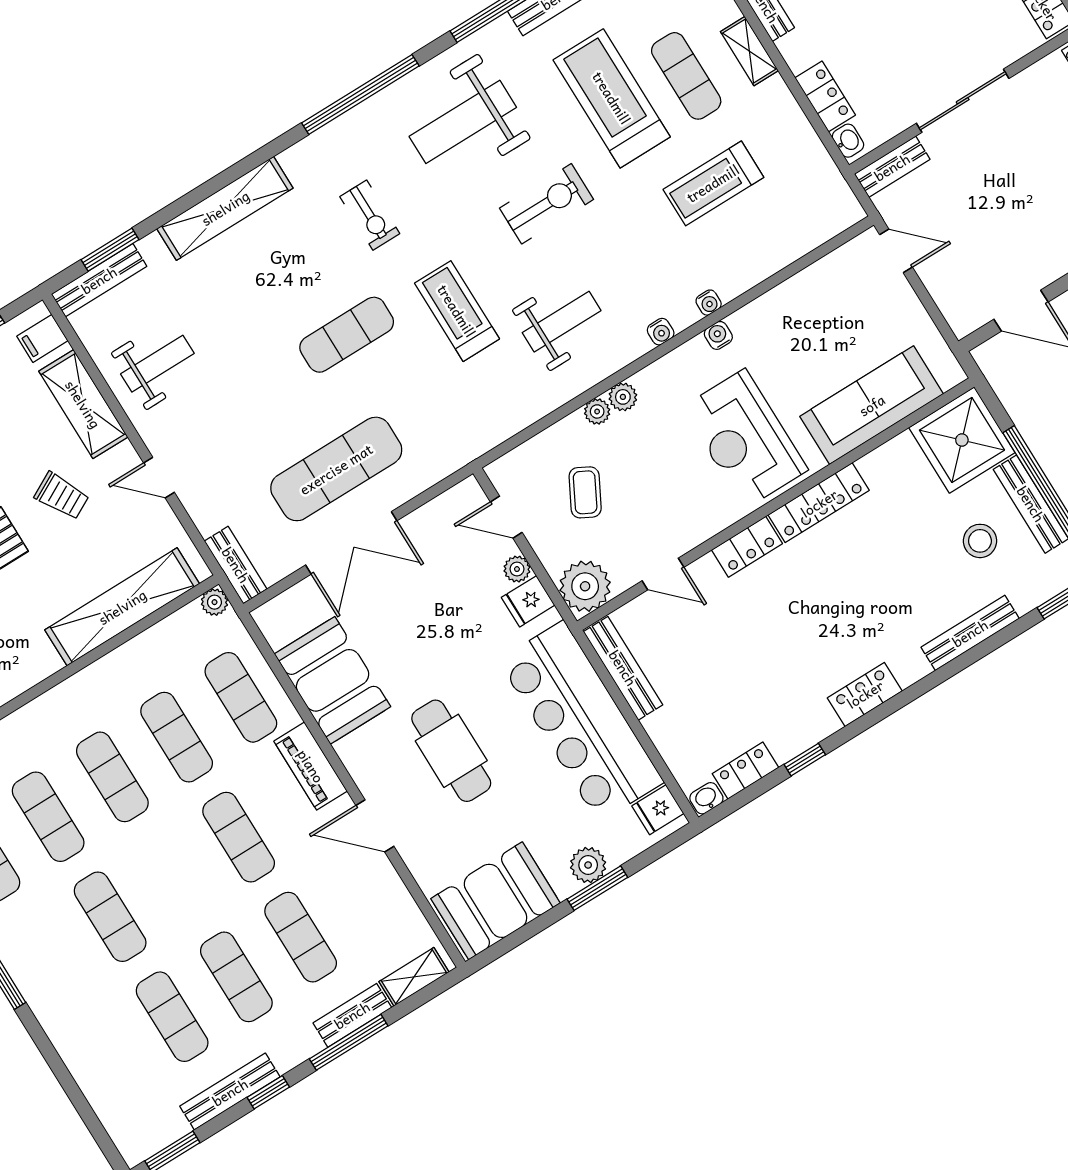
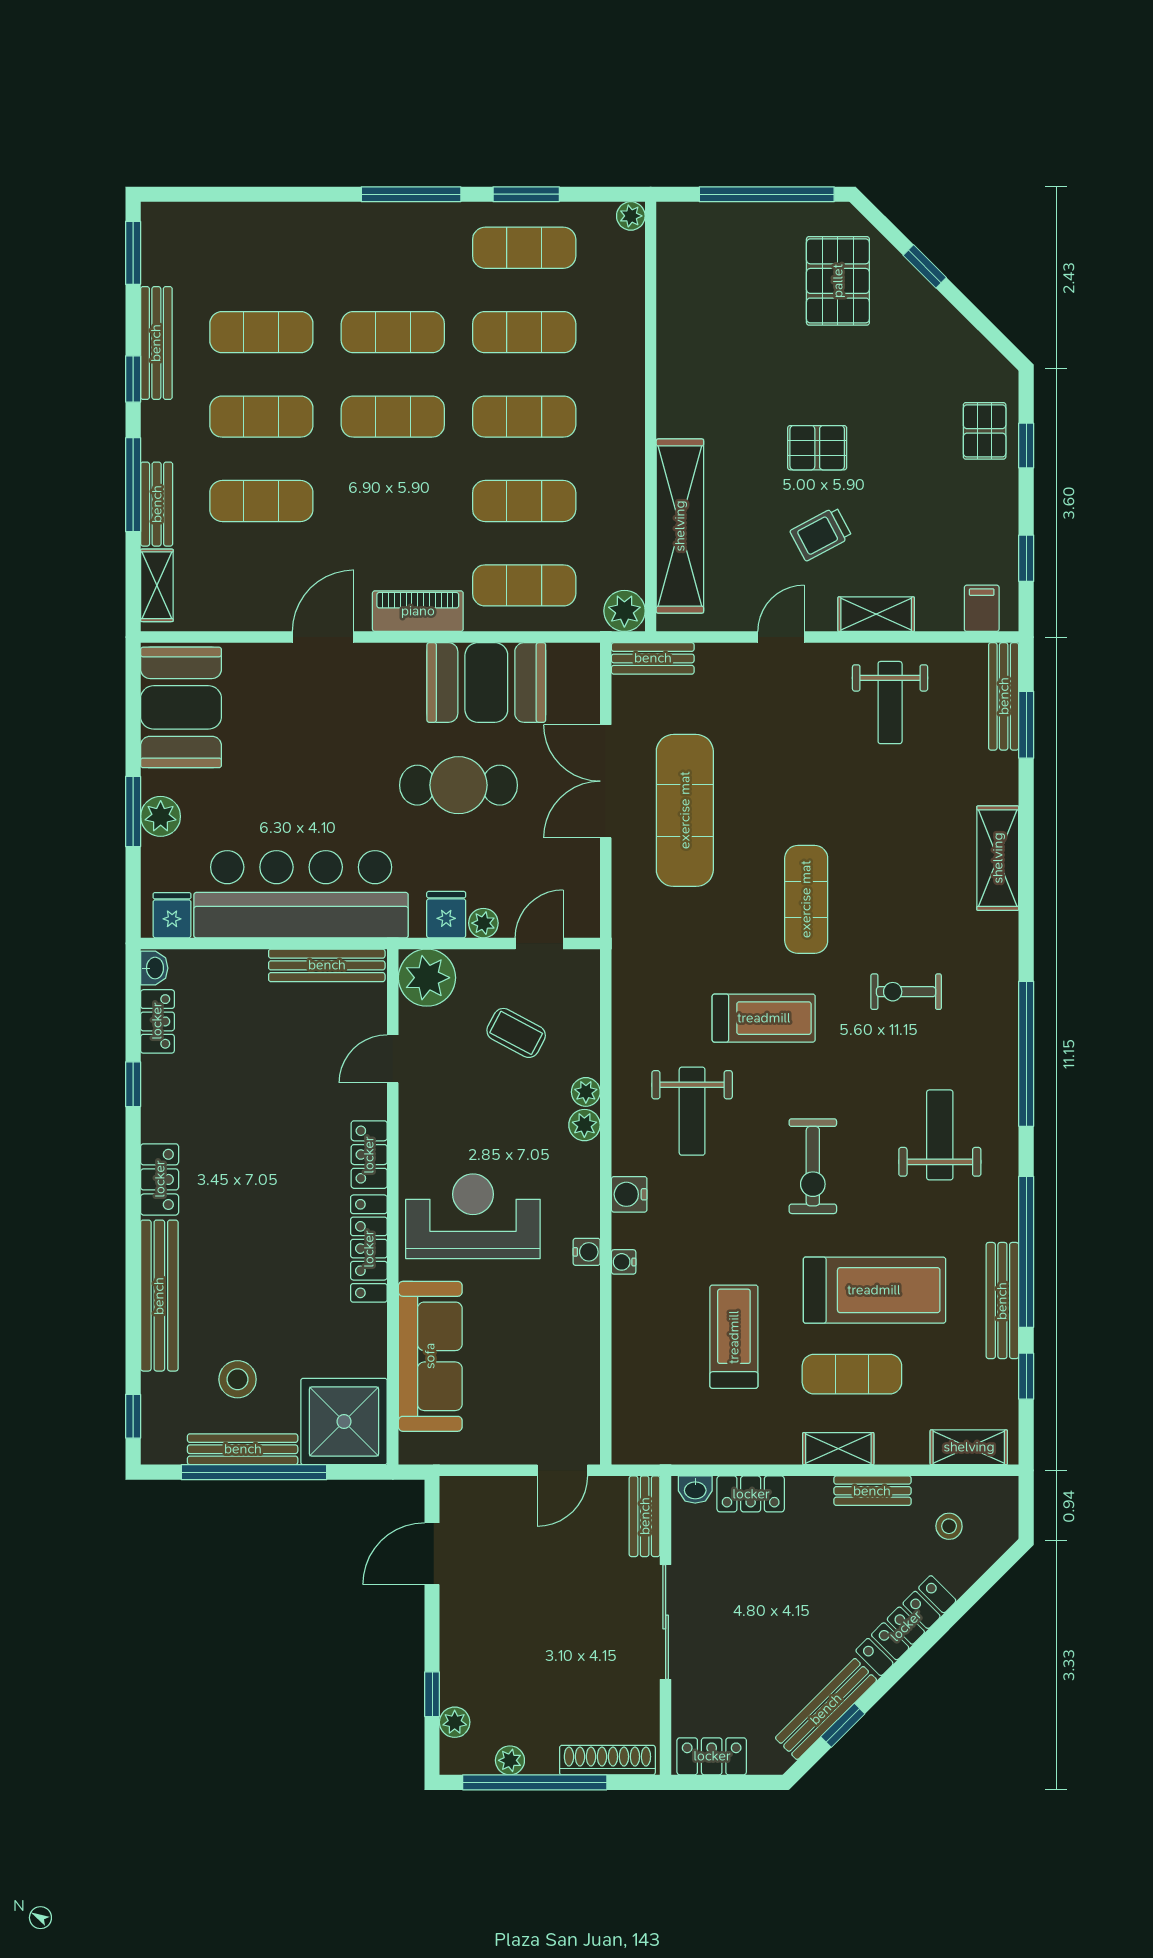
weight bench: (463, 122) -> (940, 1135), width x0.73, depth x0.75
shelving: (225, 208) -> (998, 858), width x0.68
water cooler: (661, 332) -> (629, 1194), width x1.38, depth x1.38
shelving: (83, 404) -> (876, 614), width x0.67, depth x0.75
plant: (214, 602) -> (624, 611), width x1.38, depth x1.38
bench: (970, 633) -> (159, 1296), width x1.37, depth x1.21
cafe table: (451, 751) -> (458, 785), moved
exercise mat: (239, 837) -> (393, 417), moved

